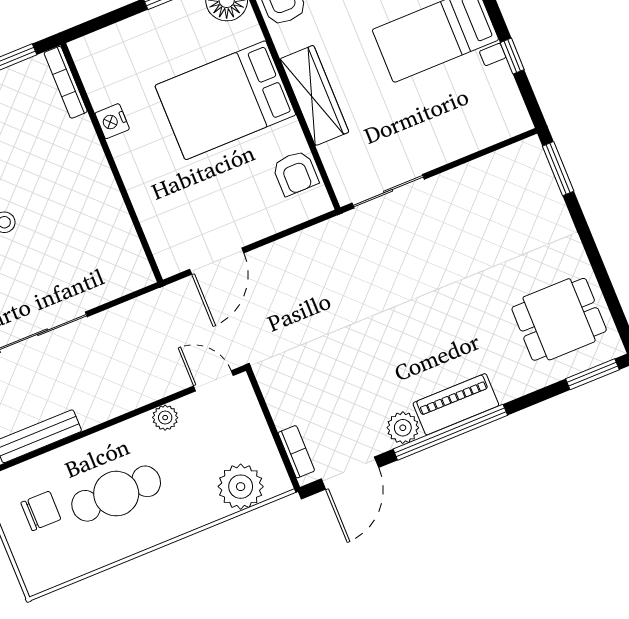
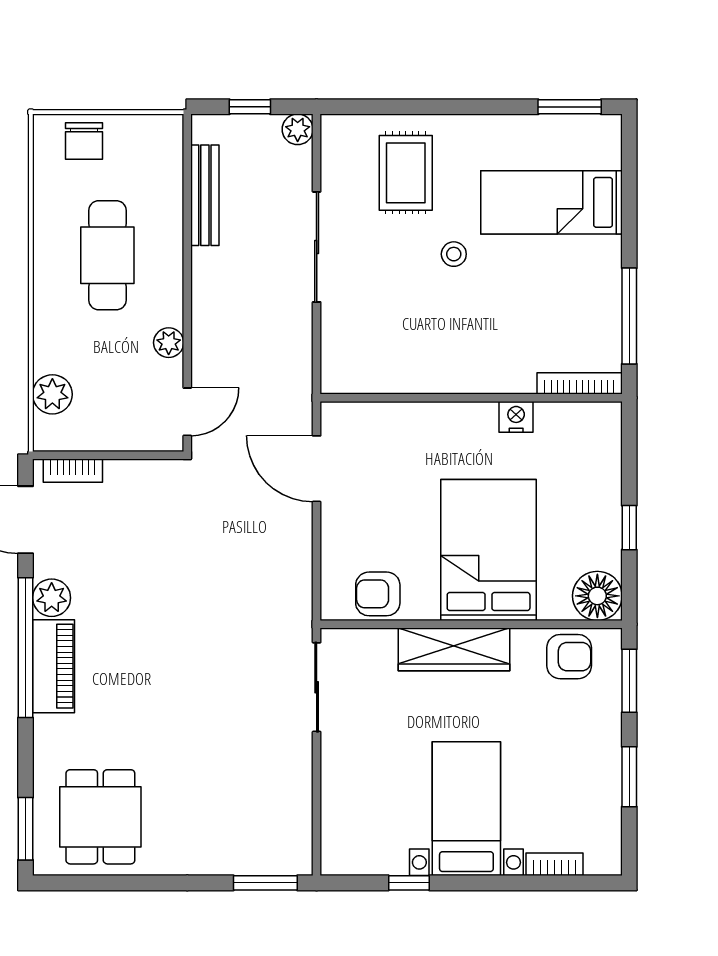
plant: (241, 487) -> (52, 394), width x0.73, depth x0.73
chair: (41, 511) -> (84, 141), moved

